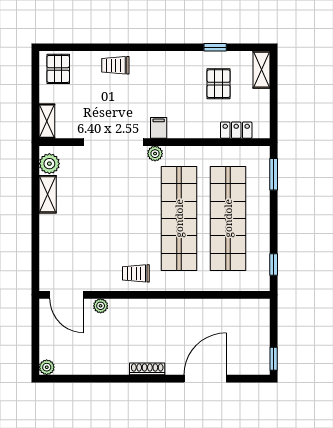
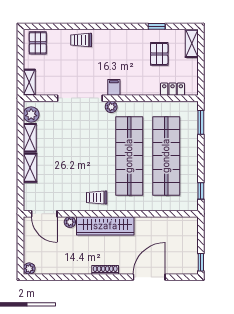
shelving: (48, 234) -> (30, 168), added
wardrobe: (147, 311) -> (105, 226), added

